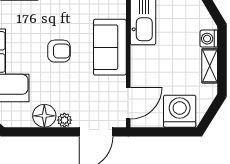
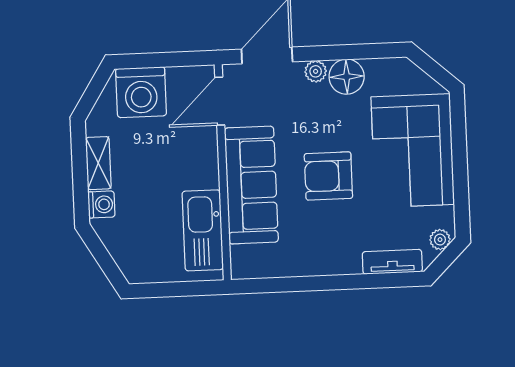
sofa: (110, 47) -> (251, 185), width x1.36
armchair: (59, 51) -> (328, 176), width x1.38, depth x1.38

